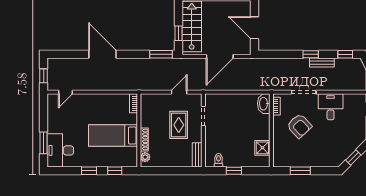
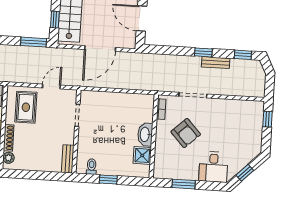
washbasin: (264, 104) -> (145, 134), moved
desk: (331, 107) -> (213, 167), moved, turned 180
rug: (179, 125) -> (26, 107), moved

